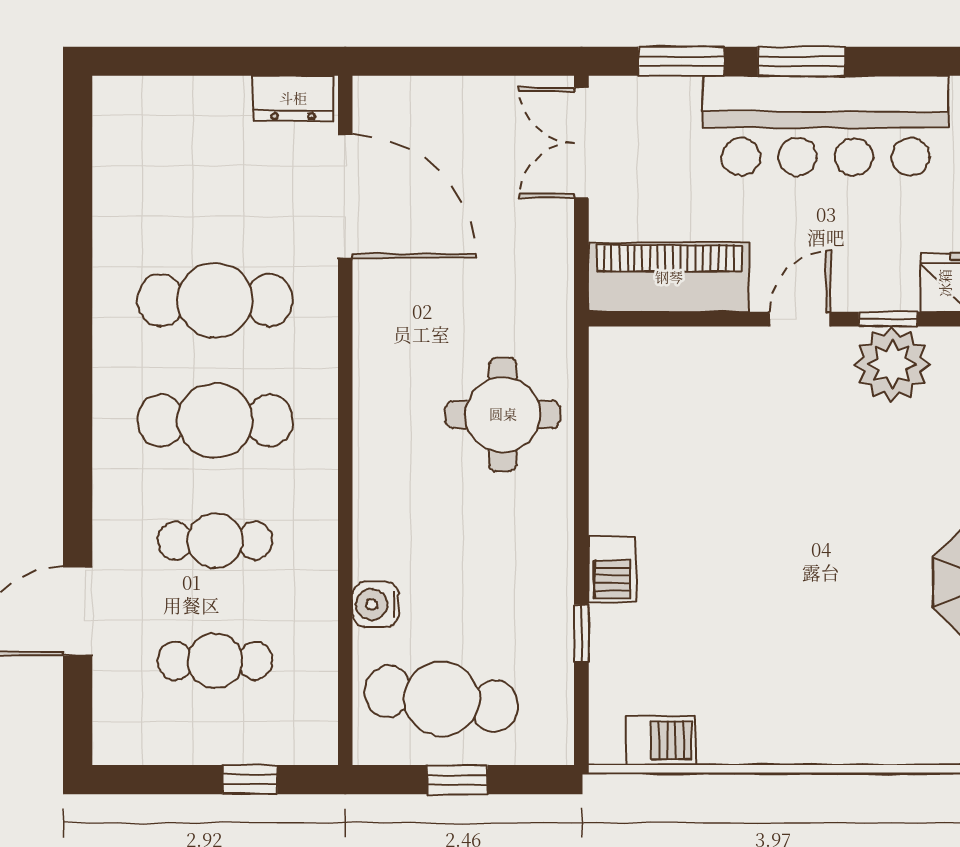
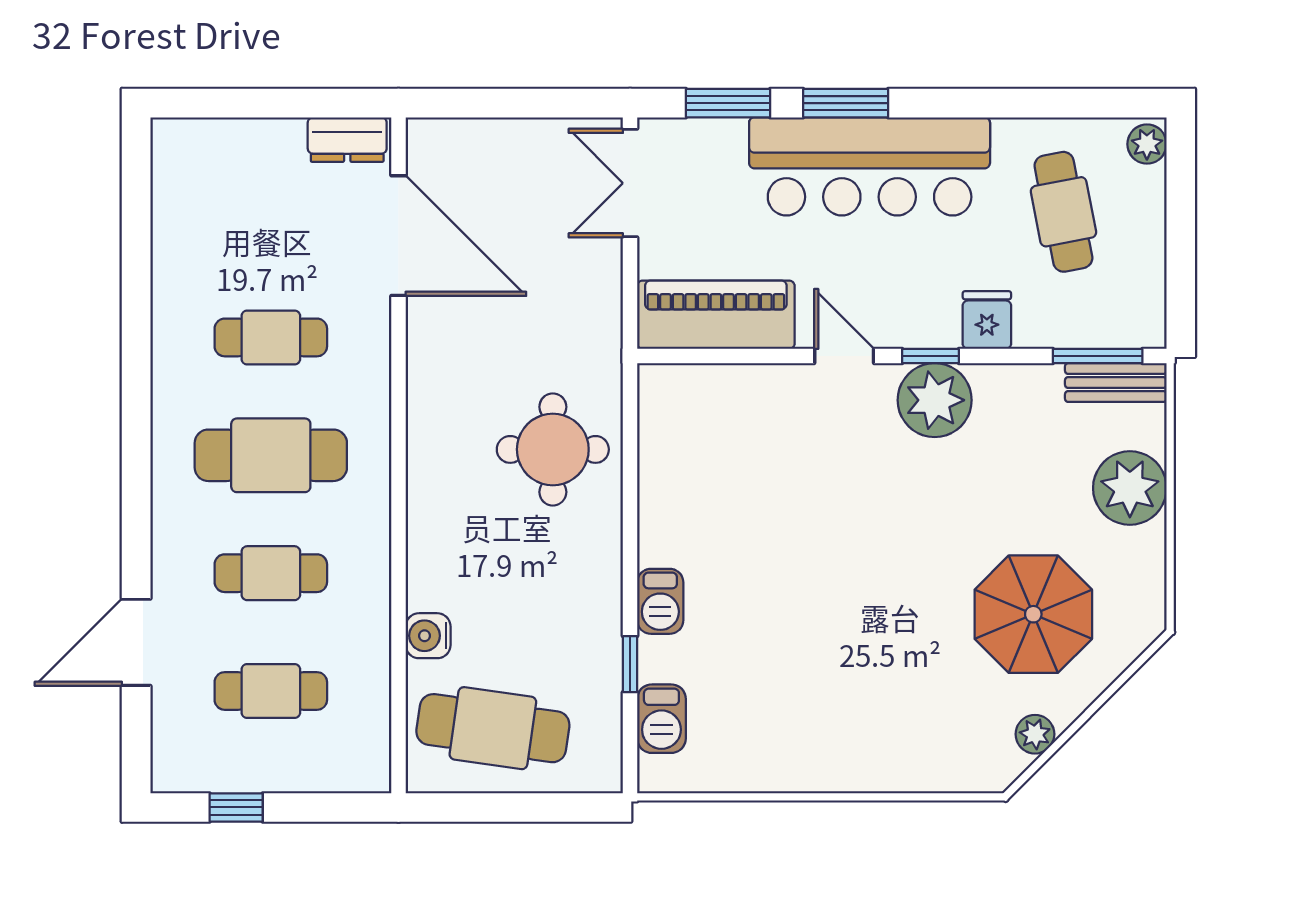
cafe table: (215, 300) -> (271, 337), width x0.73, depth x0.74
door: (800, 319) -> (844, 356), hinge flipped
barbecue: (661, 740) -> (661, 719), moved, turned 90
window: (250, 780) -> (236, 807), moved
window: (458, 780) -> (509, 807), removed

